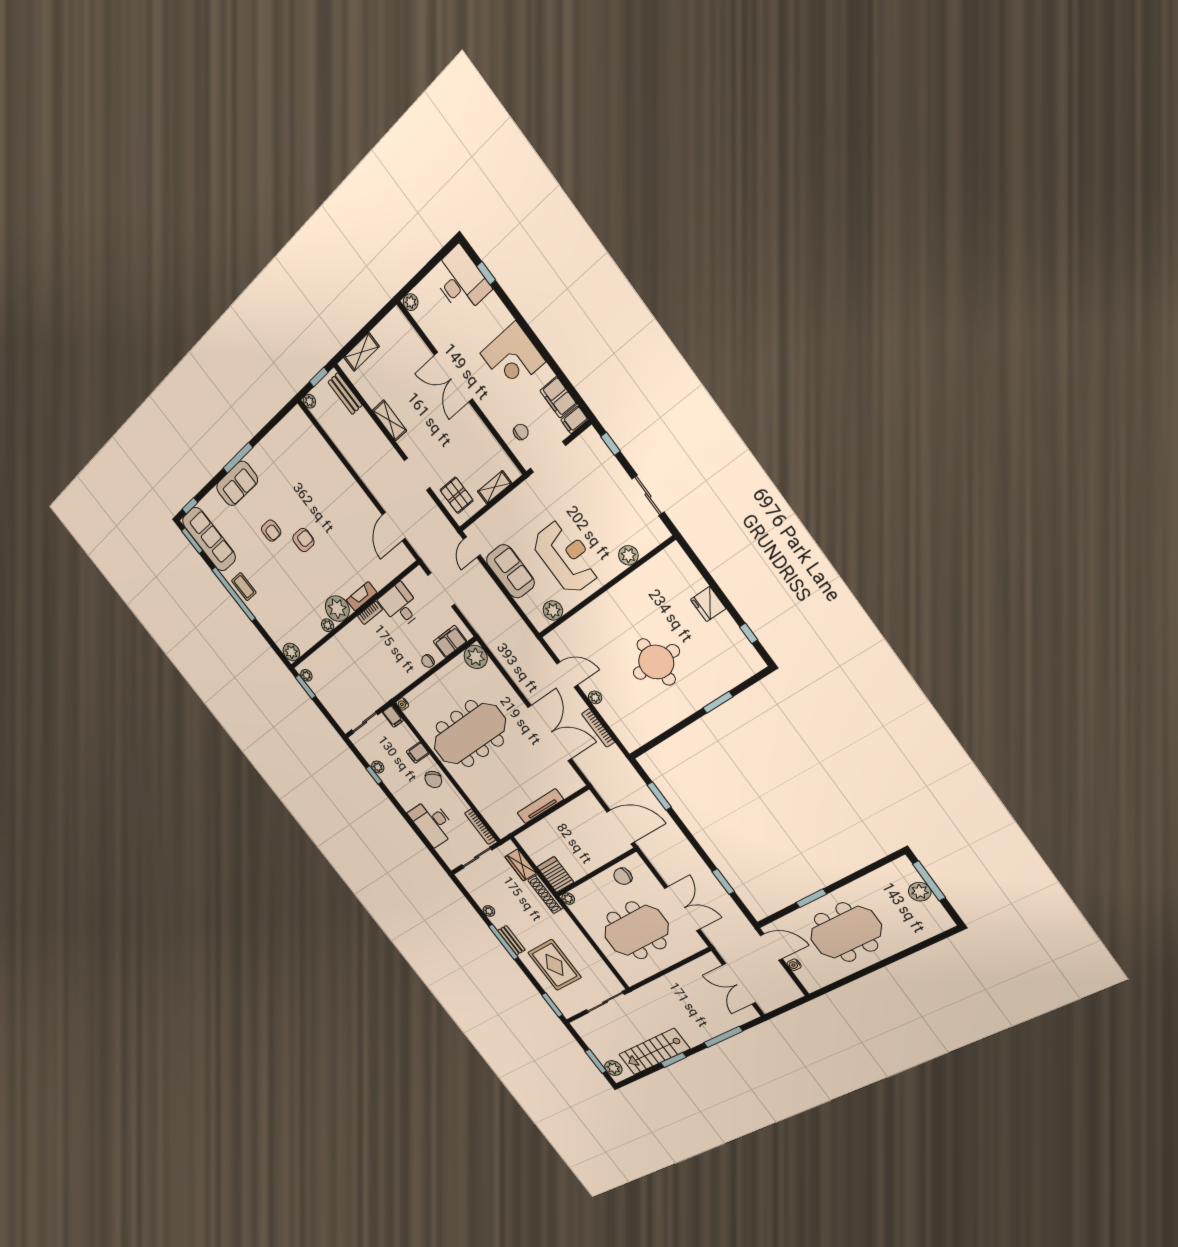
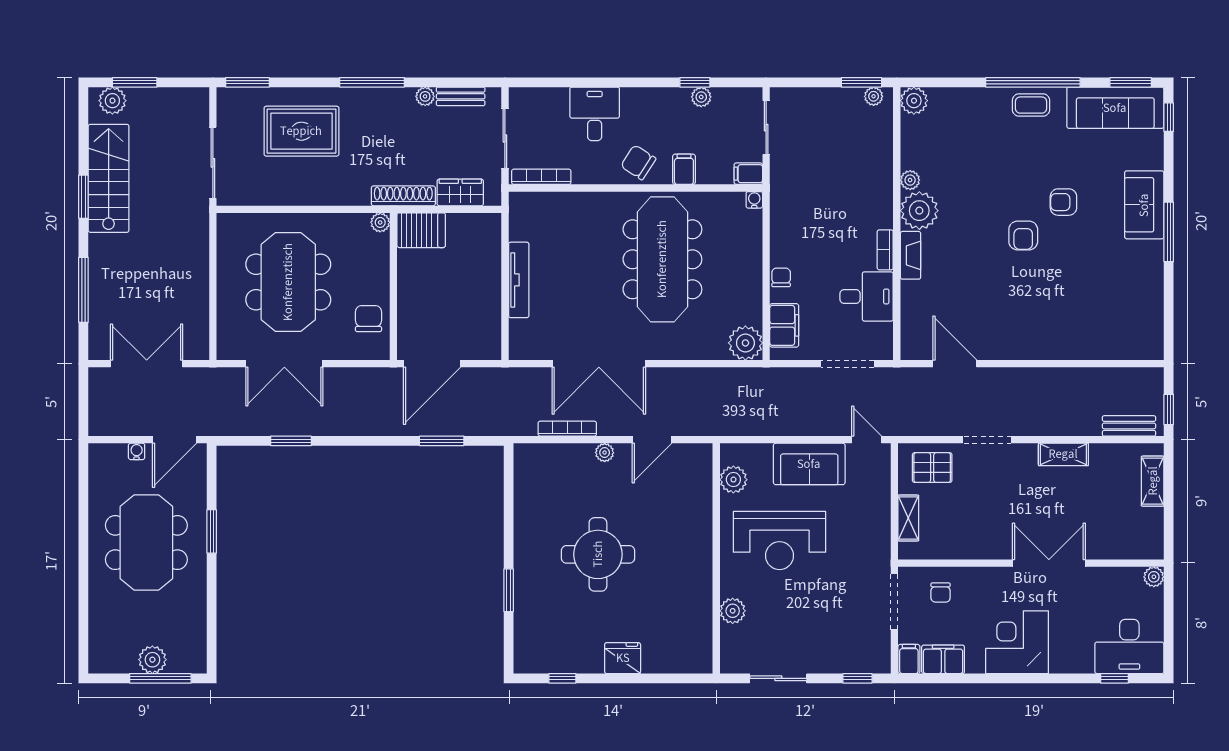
plant: (309, 401) -> (1155, 376), removed
desk: (433, 823) -> (595, 114), width x0.73
bench: (511, 940) -> (461, 96), moved

